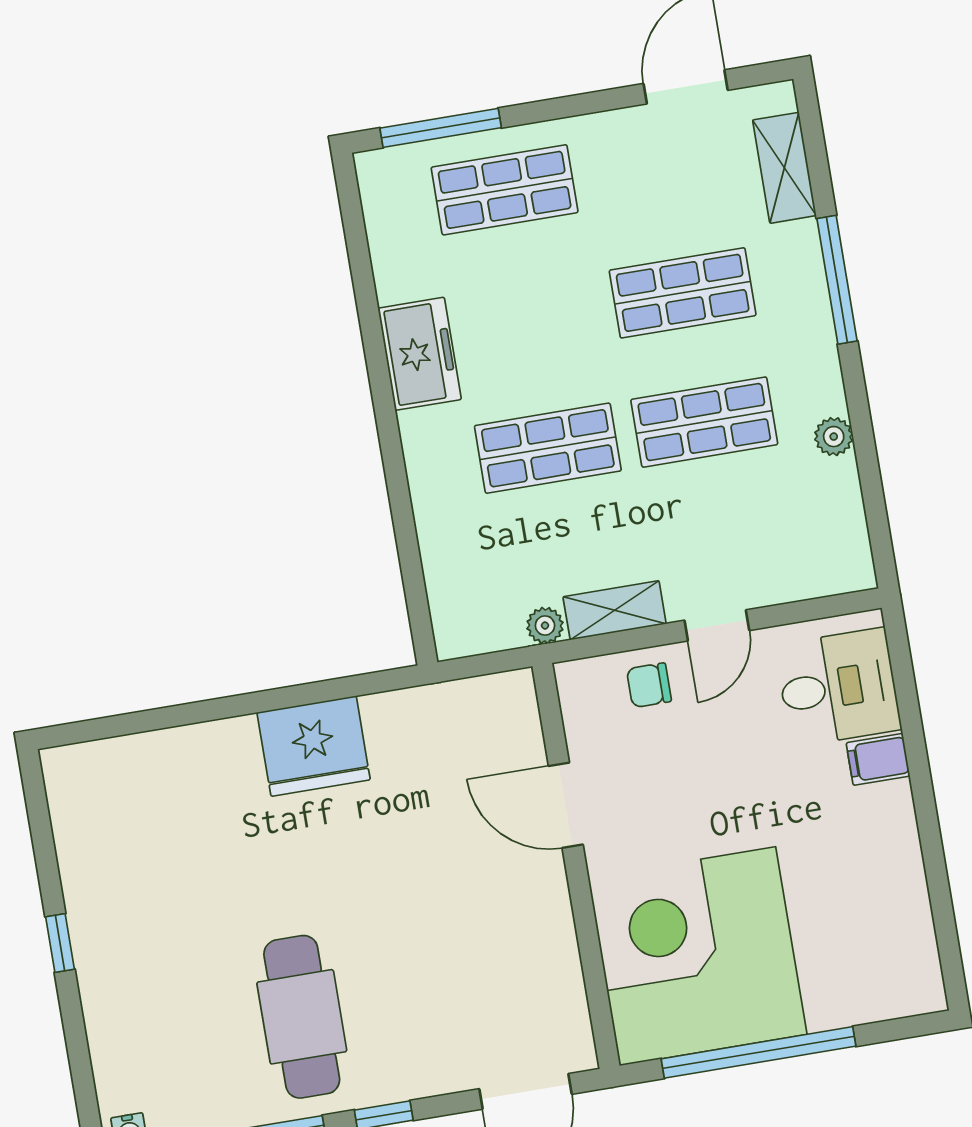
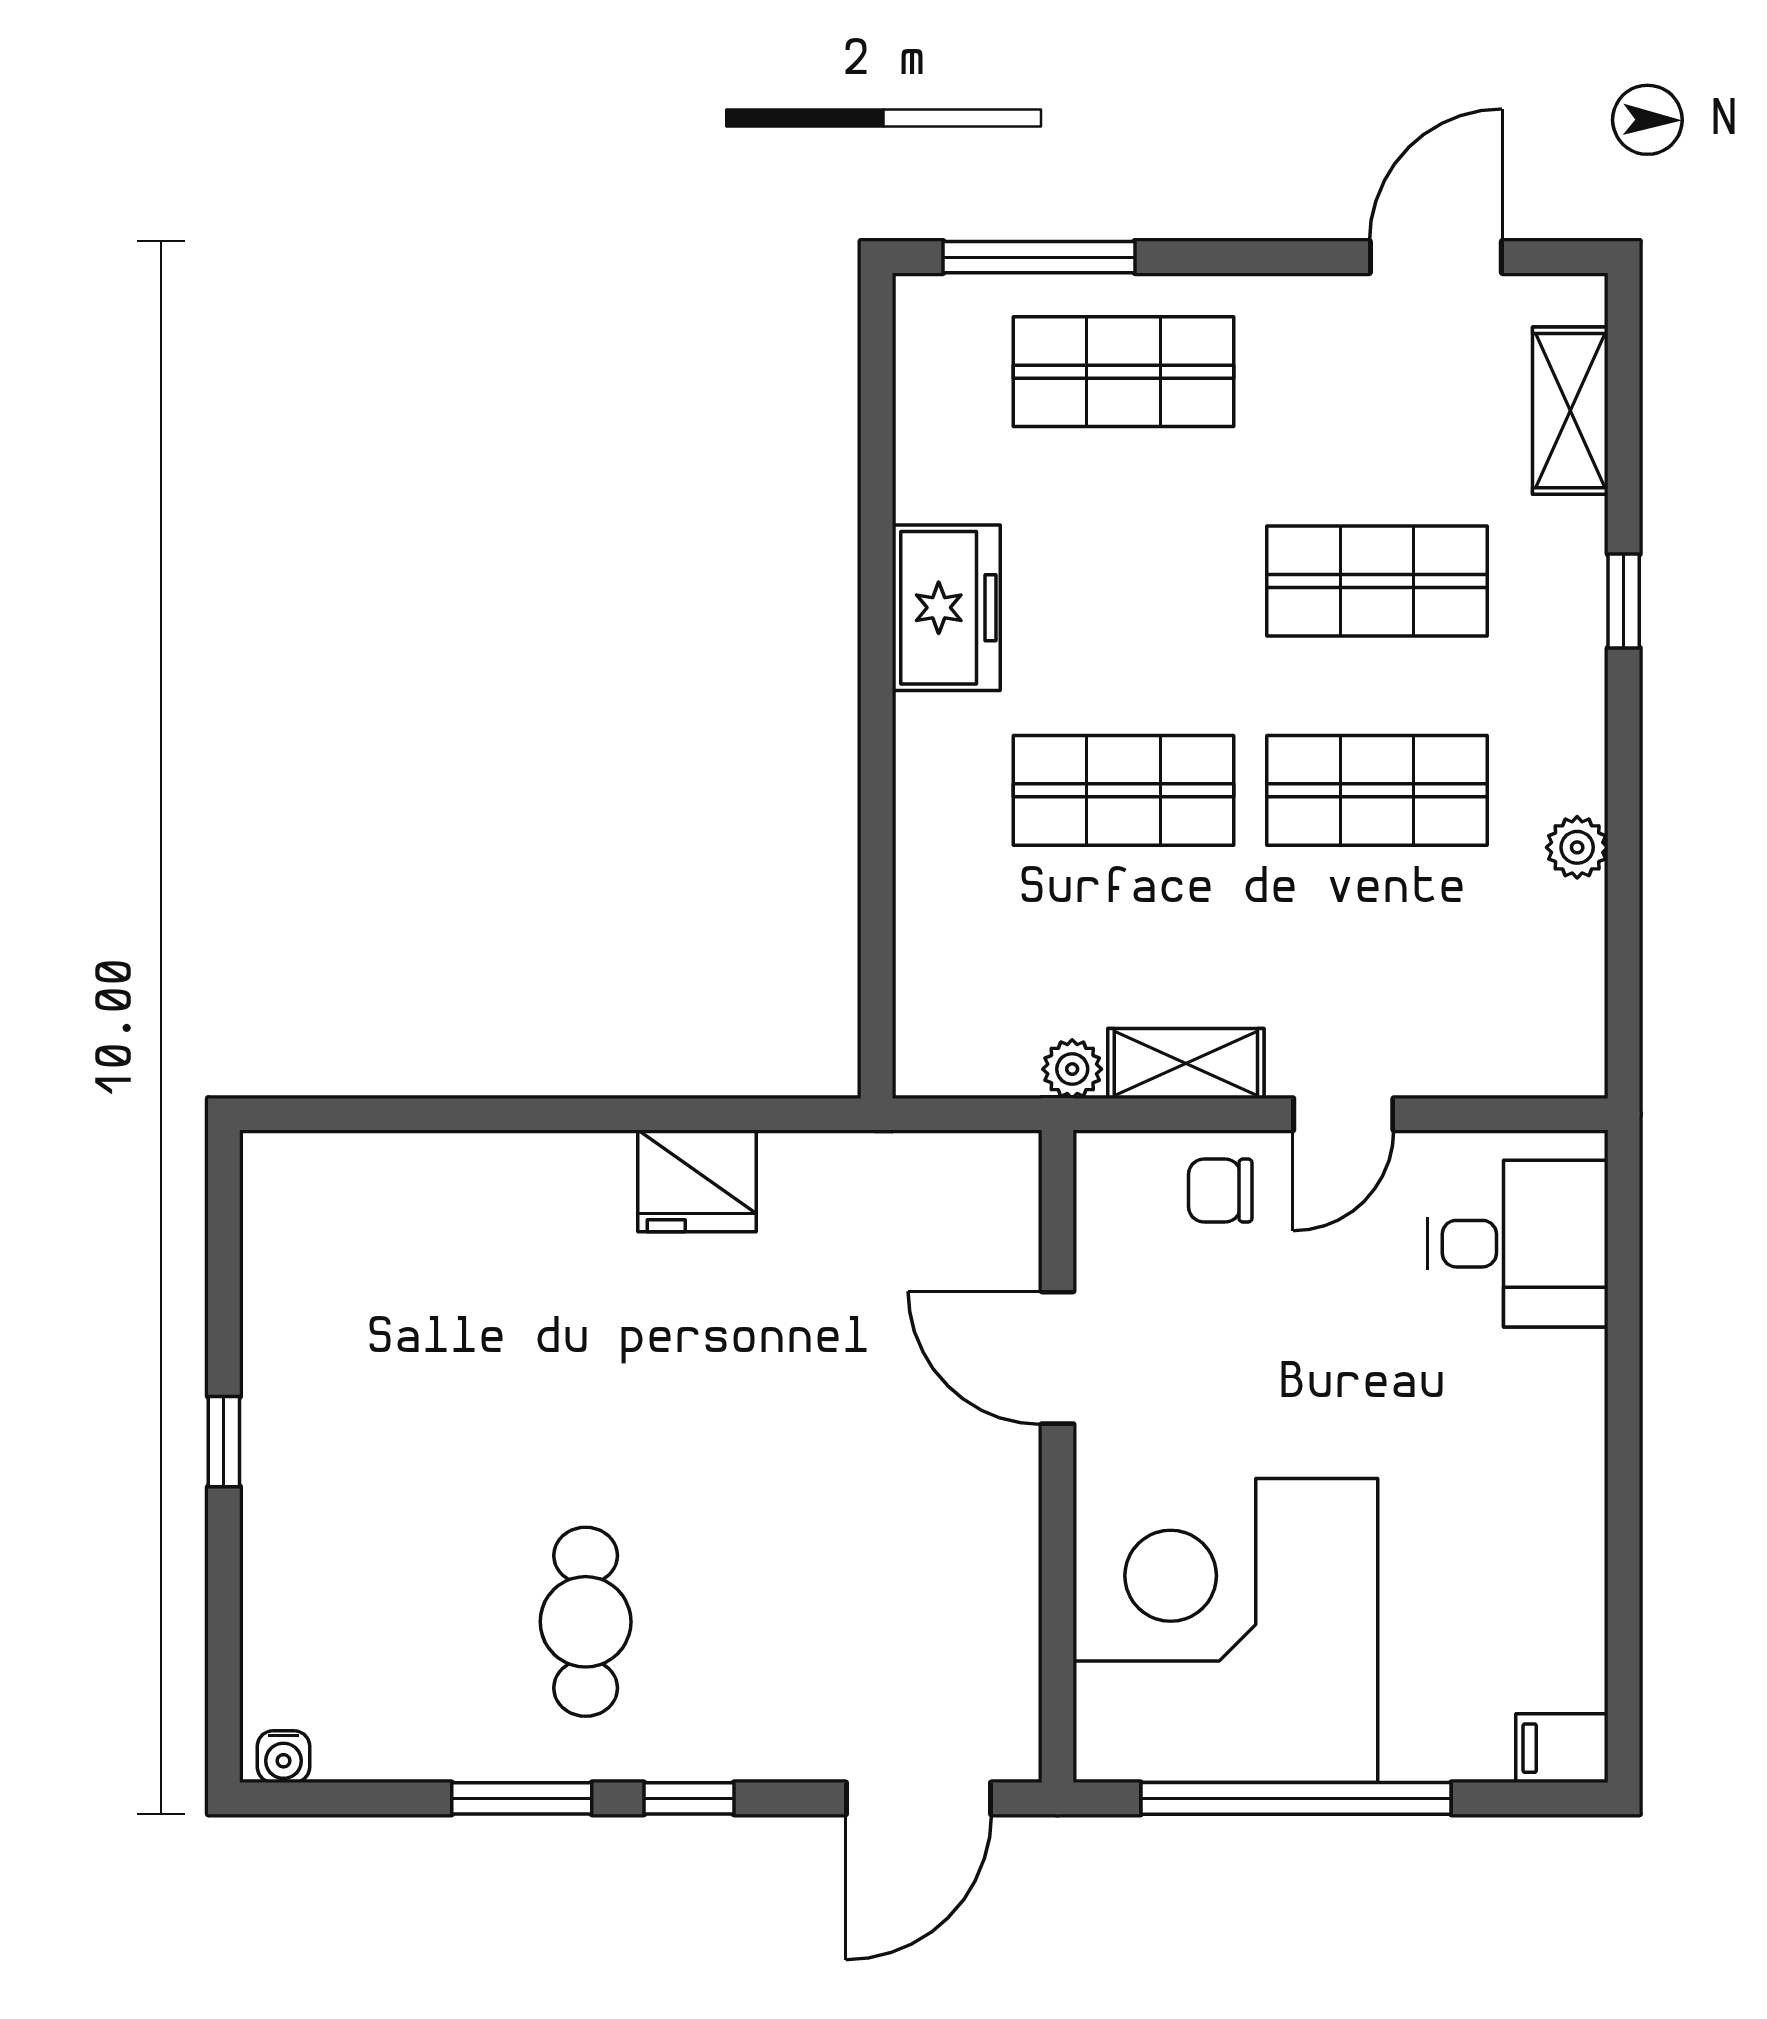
window: (837, 280) -> (1624, 601), width x0.46
fridge: (314, 746) -> (697, 1181), width x0.73, depth x0.75
filing cabinet: (878, 759) -> (1562, 1748), moved
cafe table: (302, 1017) -> (586, 1622), width x0.73, depth x0.74

